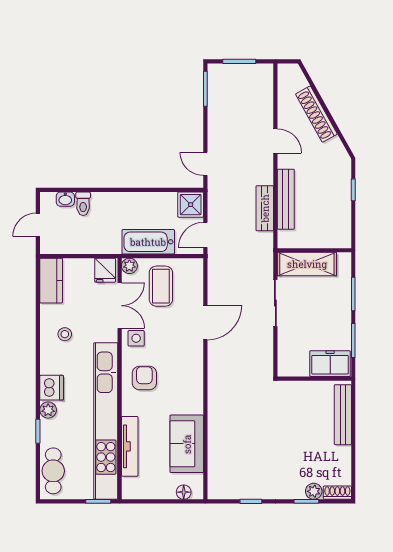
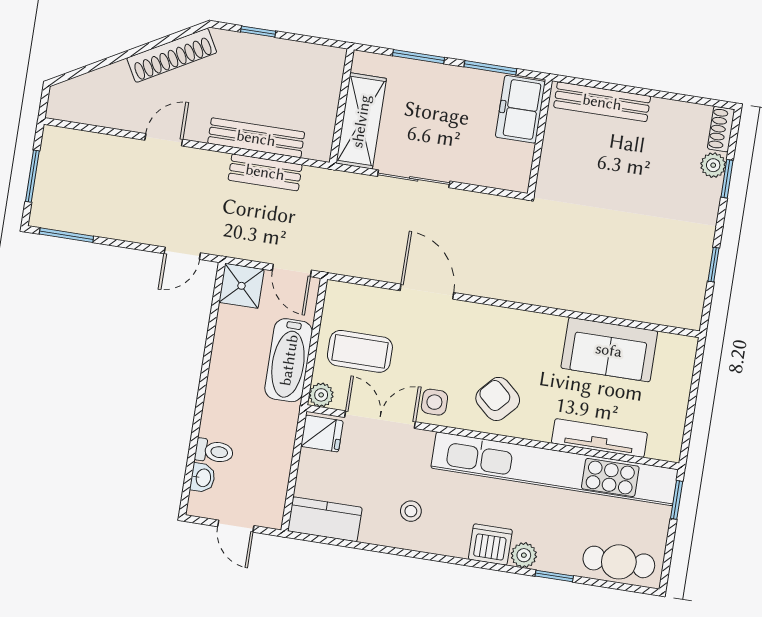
shoe rack: (316, 114) -> (172, 55), moved
armchair: (144, 378) -> (498, 399), turned 42
floor lamp: (184, 492) -> (683, 366), removed

